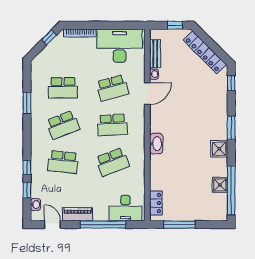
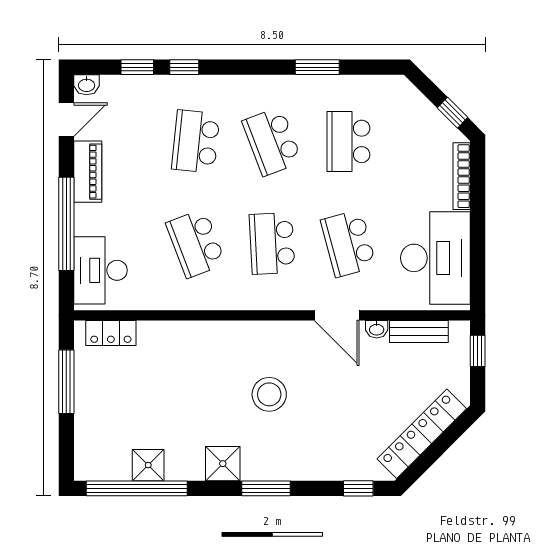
window: (175, 25) -> (478, 351), moved
stool: (186, 126) -> (269, 394), added
washbasin: (156, 144) -> (233, 334), removed
washbasin: (36, 205) -> (87, 85), moved

